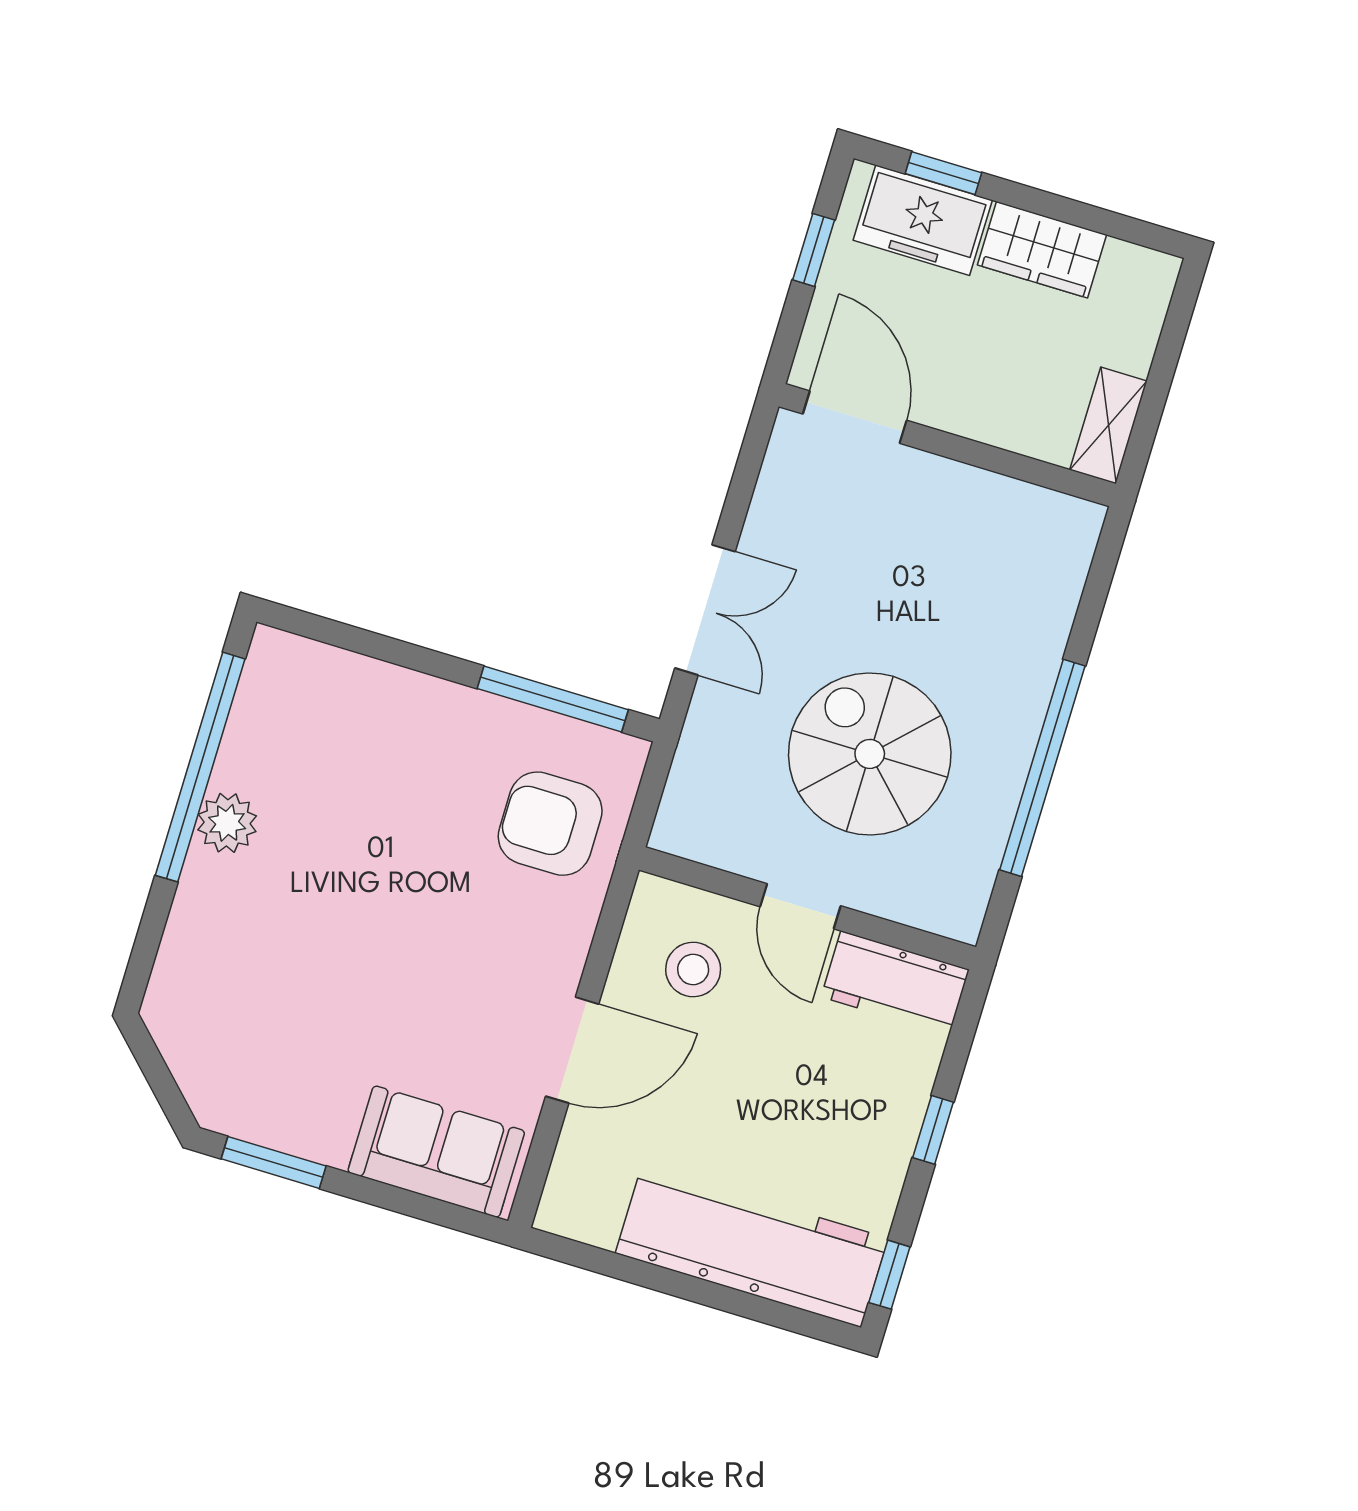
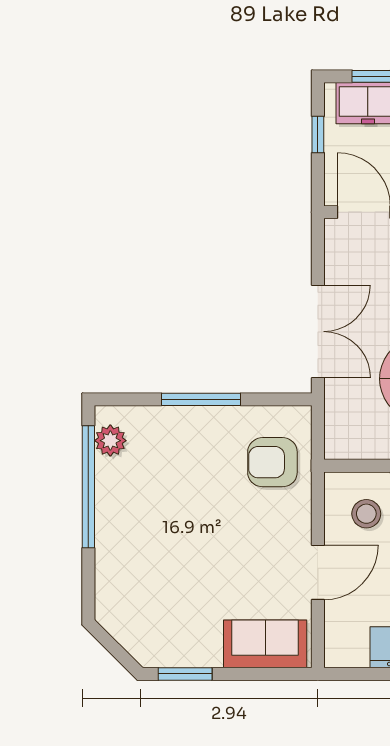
double door: (705, 610) -> (318, 331), width x1.37
window: (553, 699) -> (201, 399), moved
plant: (227, 823) -> (110, 441), moved

